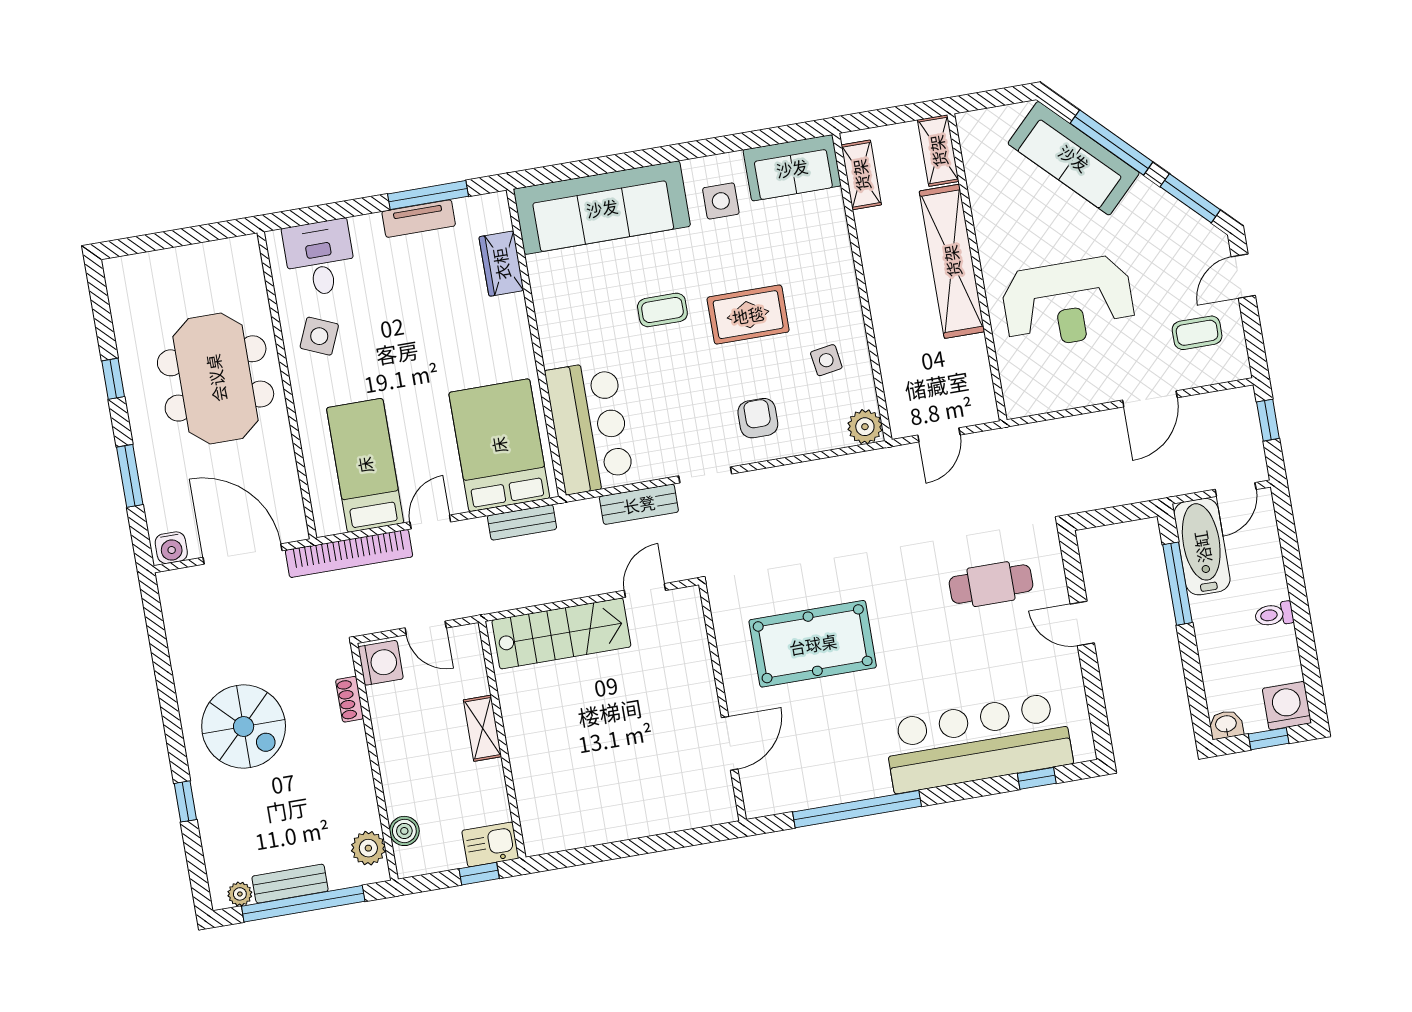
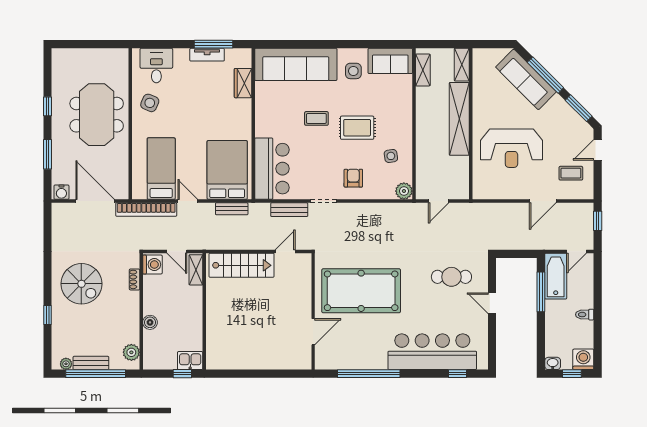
door: (430, 522) -> (188, 201), hinge flipped
pool table: (813, 644) -> (361, 291), width x1.36, depth x1.32
shelving: (482, 728) -> (196, 270), moved
boiler: (404, 831) -> (150, 322), moved

